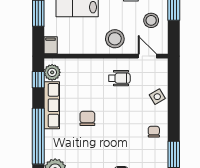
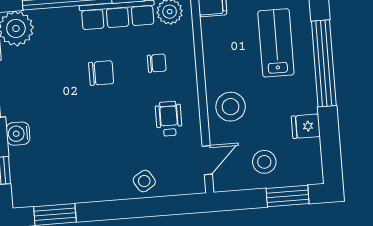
wheelchair: (119, 78) -> (169, 119), turned 180
chair: (154, 132) -> (157, 63), moved

